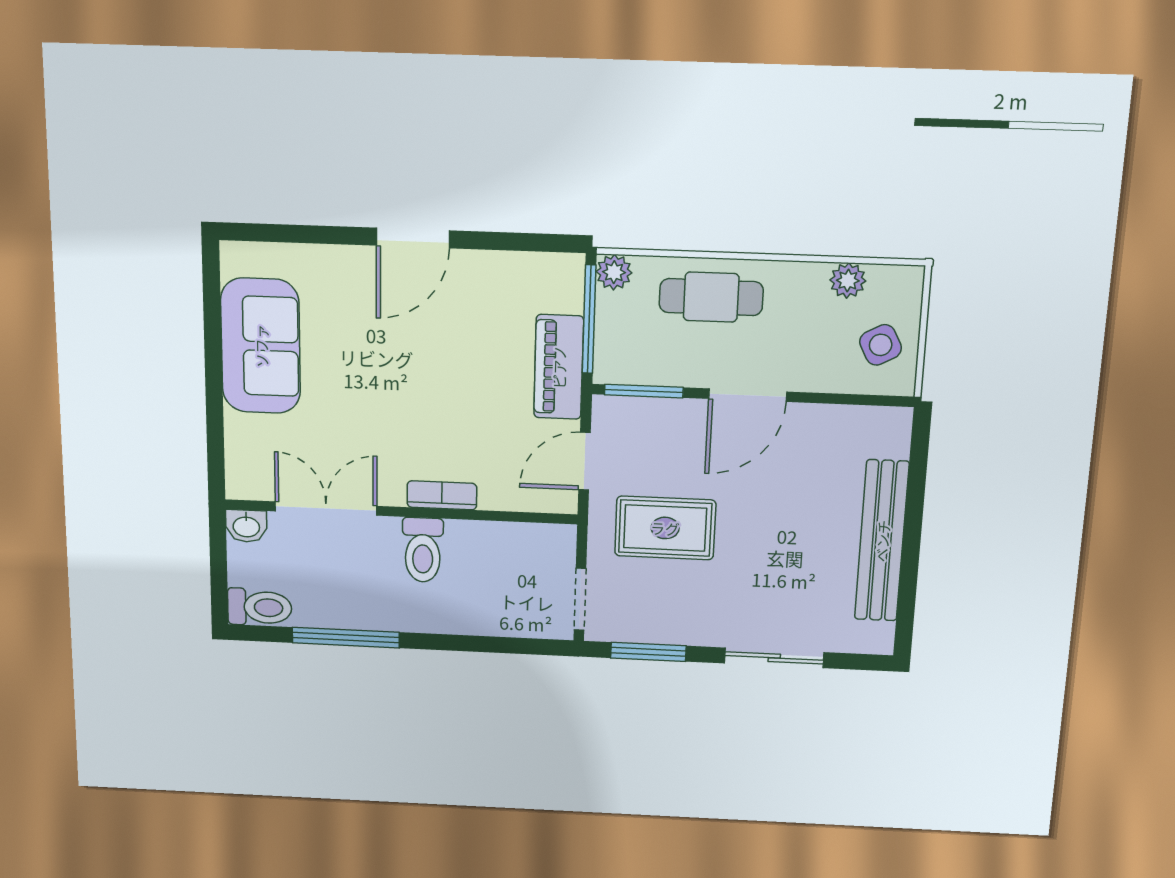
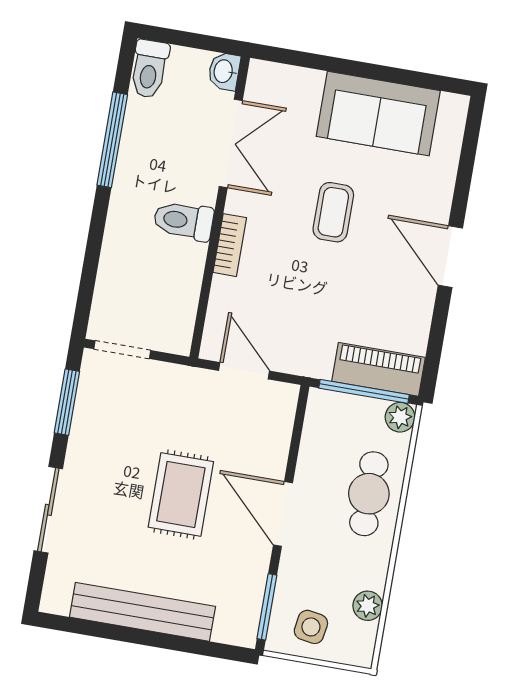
side table: (881, 345) -> (311, 627), turned 37
piano: (559, 367) -> (379, 369), moved
coffee table: (384, 383) -> (333, 212), added
window: (644, 391) -> (267, 607), moved
rug: (665, 528) -> (181, 494), moved

